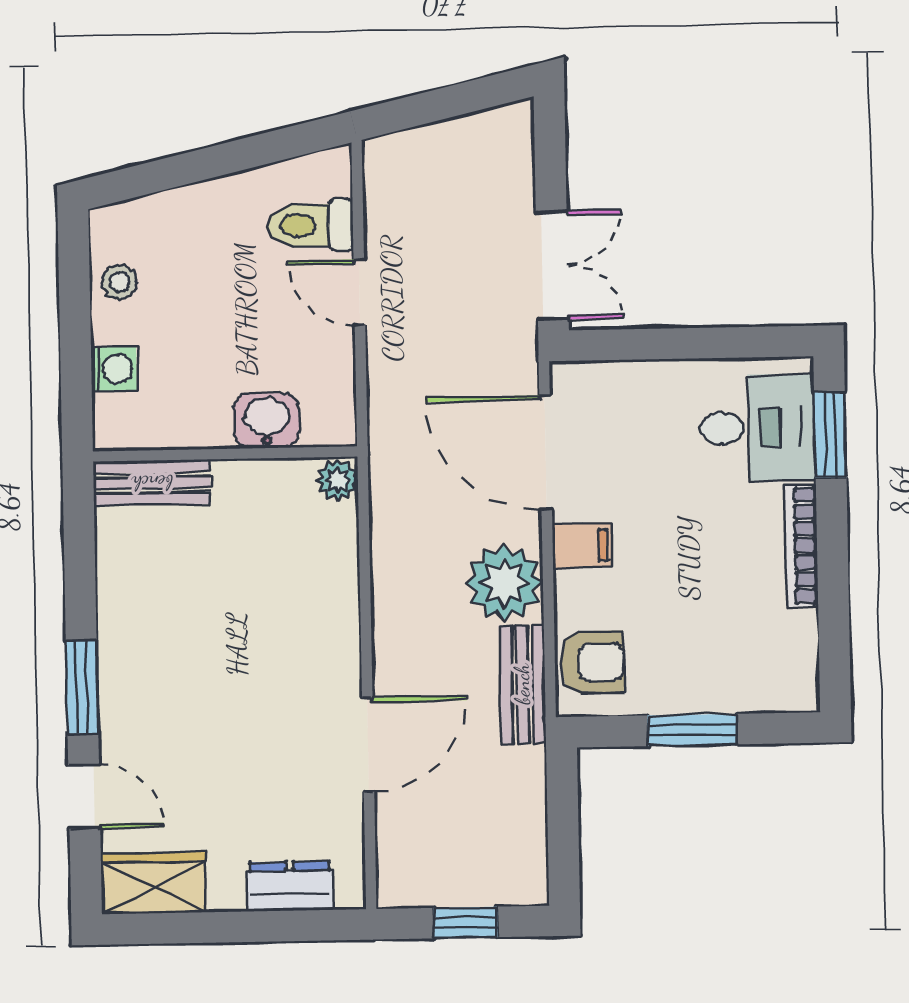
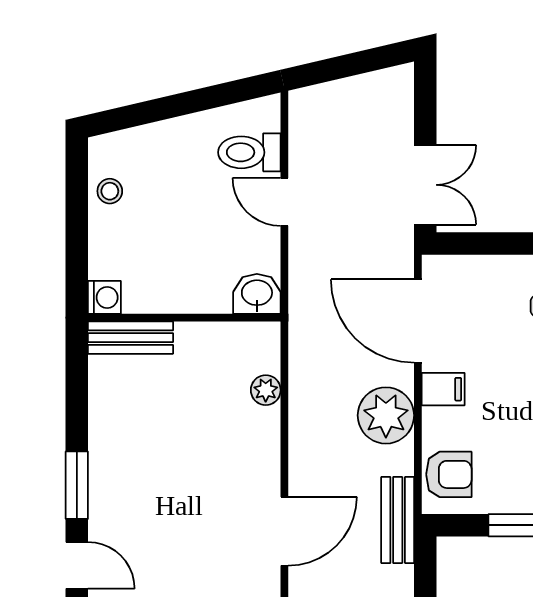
washing machine: (114, 369) -> (104, 297), moved
washbasin: (266, 420) -> (257, 294), moved
plant: (337, 480) -> (266, 390), moved
bench: (522, 684) -> (398, 520), moved

